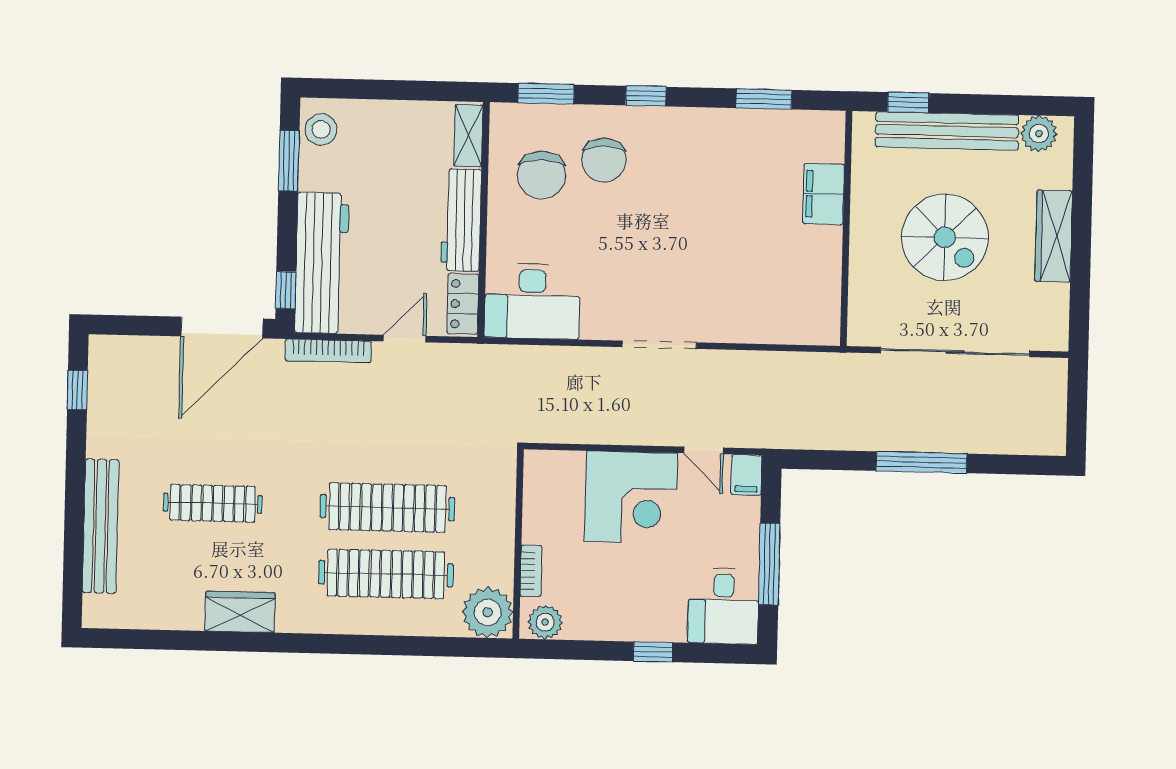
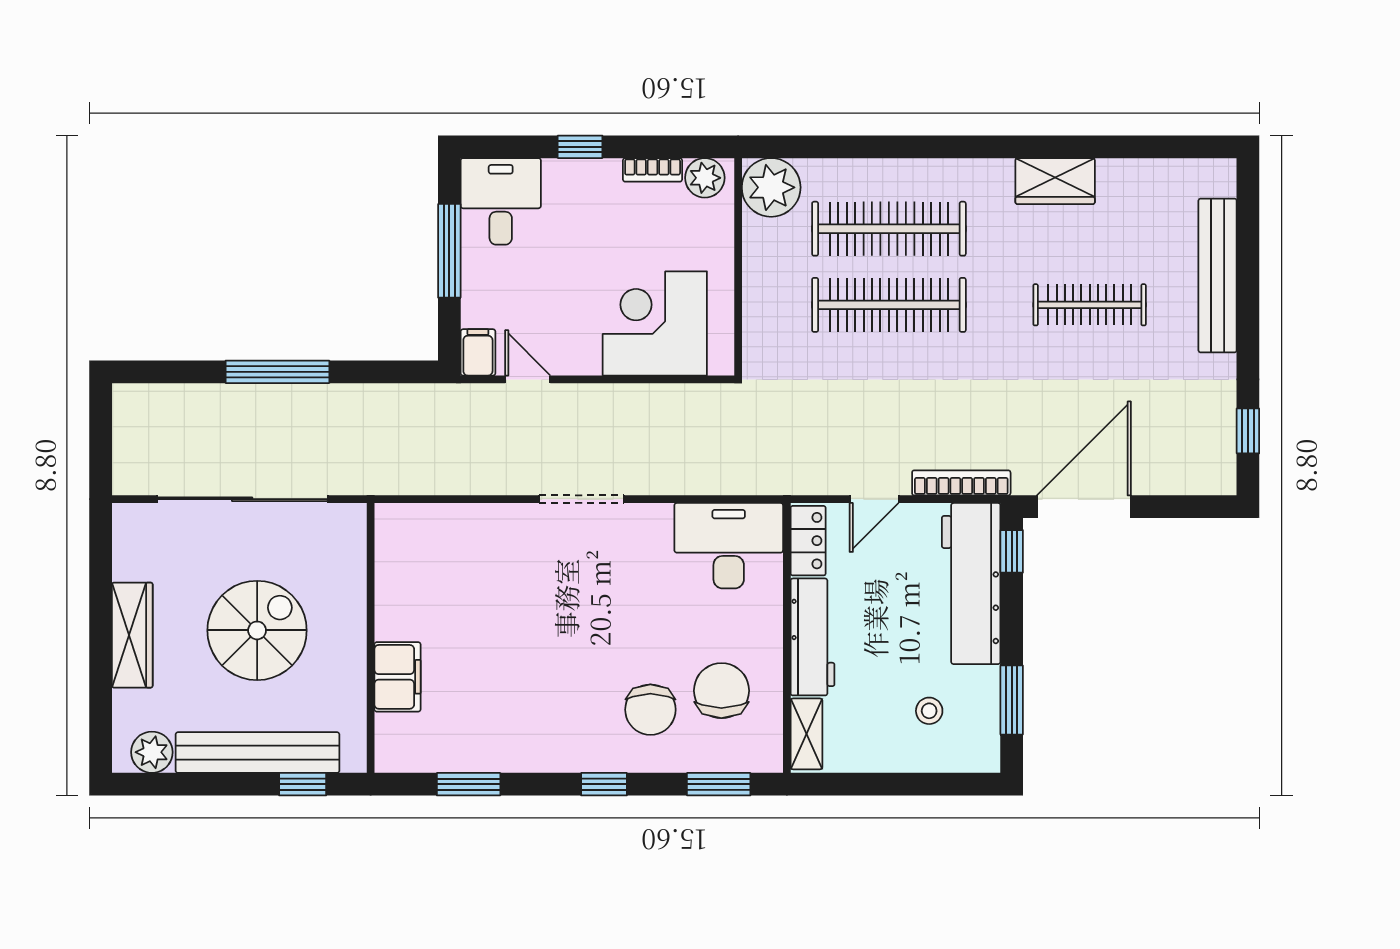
stool: (321, 129) -> (929, 711), moved, width x0.73, depth x0.73
chair: (604, 160) -> (650, 710), turned 180
spiral stairs: (945, 237) -> (257, 630), turned 90
corner desk: (631, 497) -> (655, 323), moved
bookcase: (531, 571) -> (653, 170), moved, turned -90

